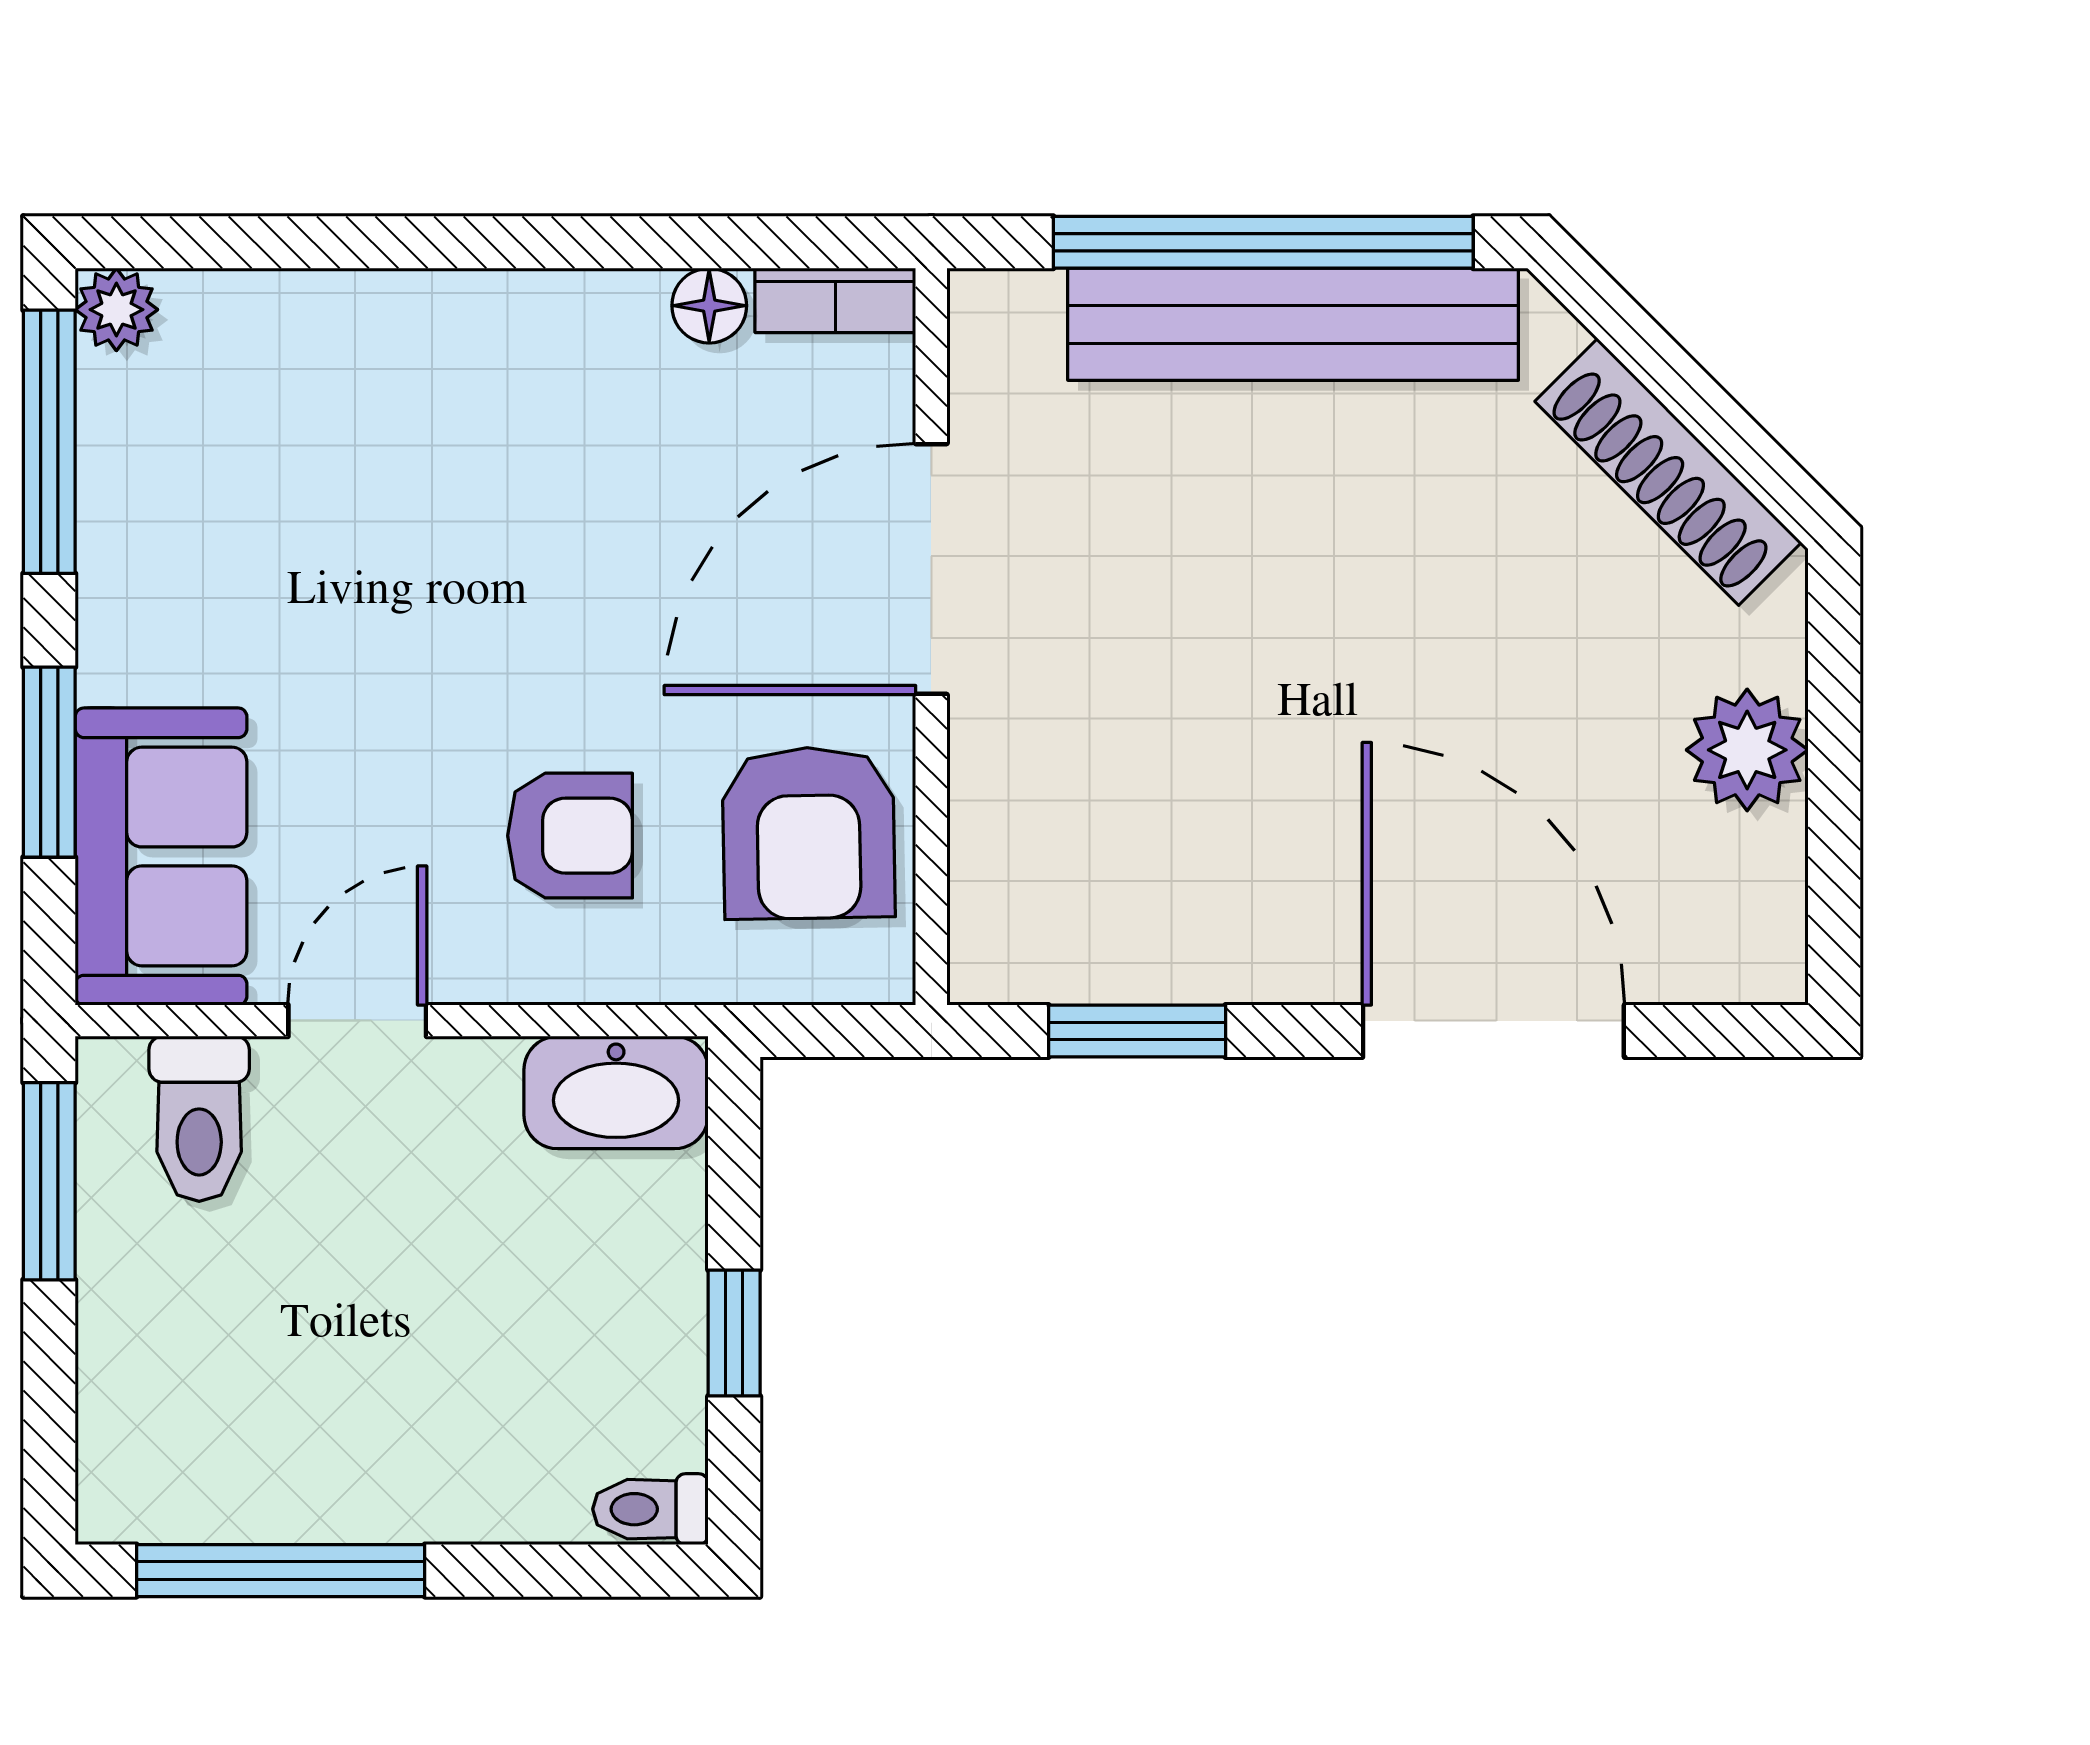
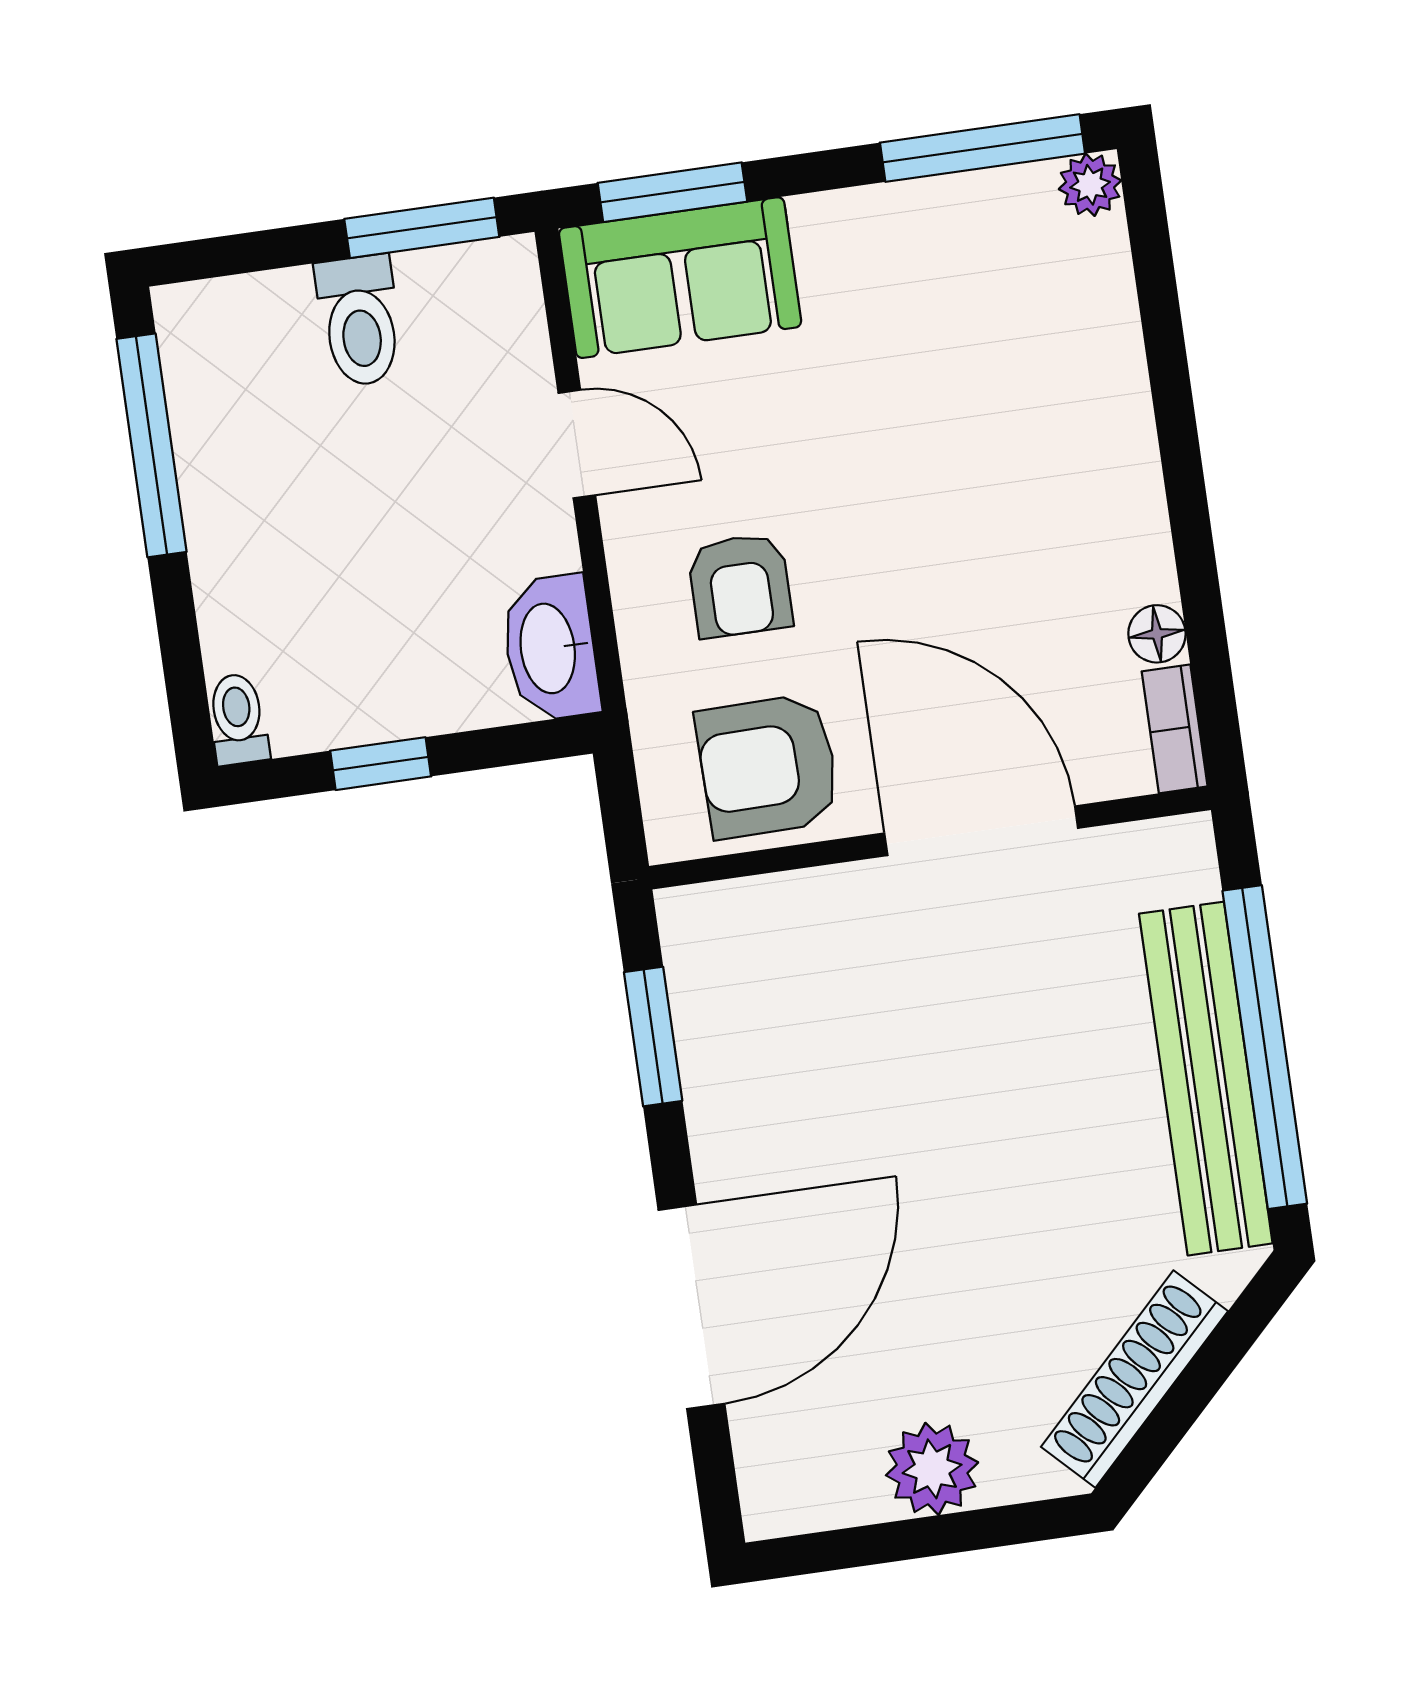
window: (49, 762) -> (672, 192), moved
toilet: (199, 1119) -> (360, 321), moved, turned -90

